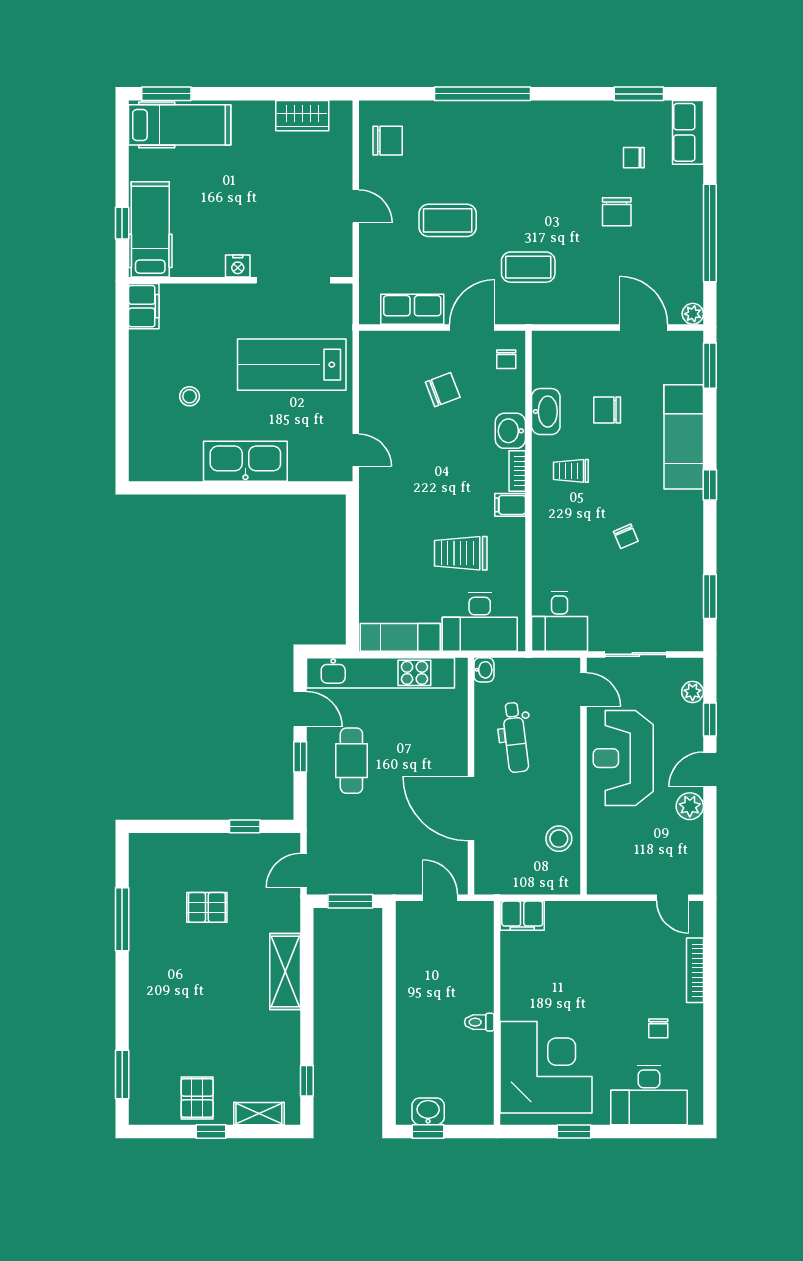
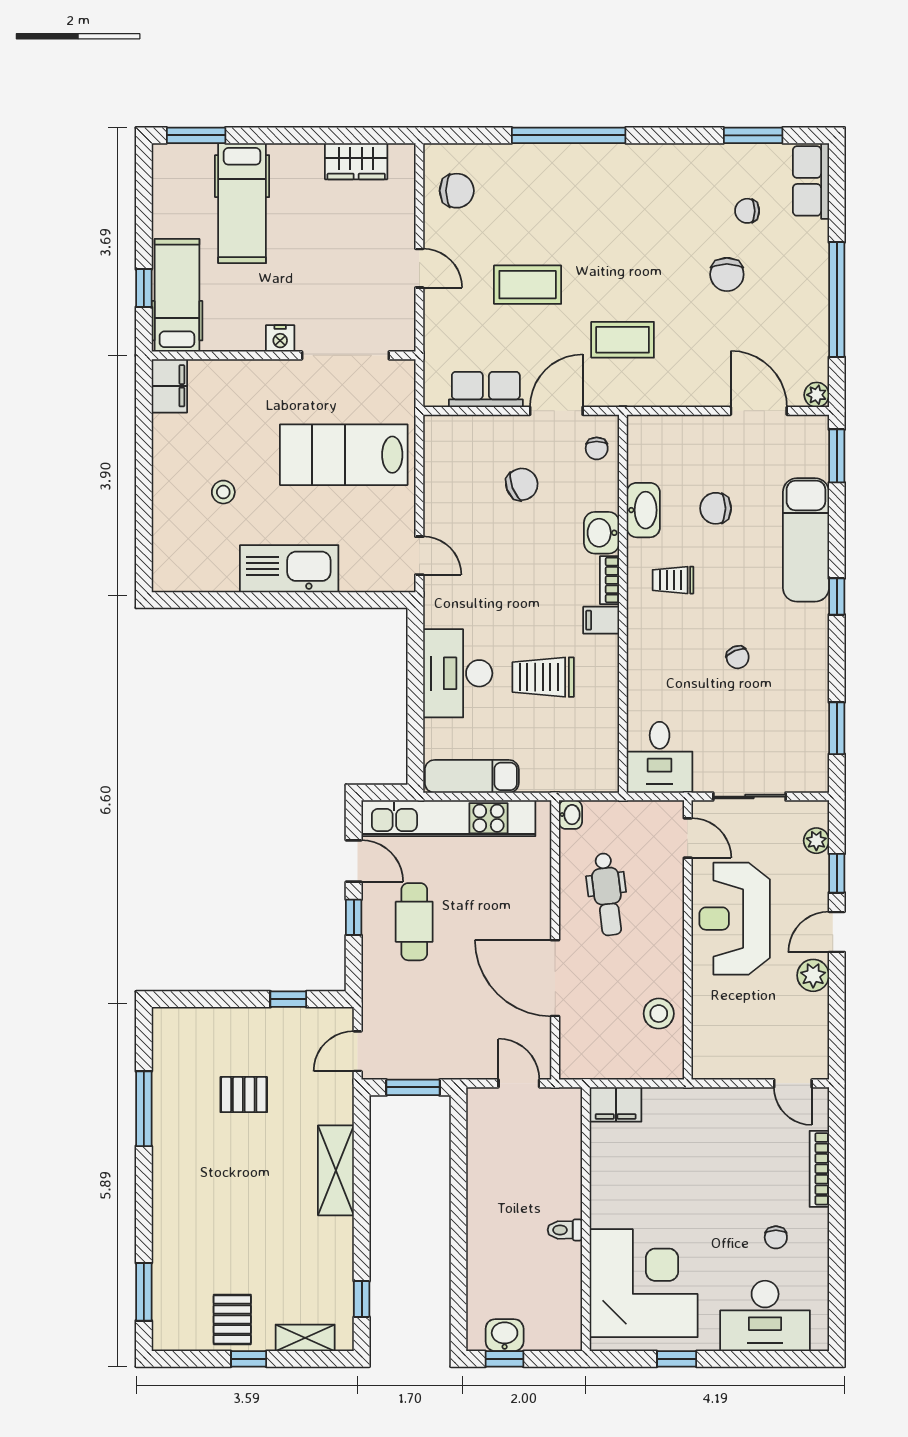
hospital bed: (180, 125) -> (242, 203), moved, turned 90
desk: (480, 622) -> (458, 673), moved, turned 90

